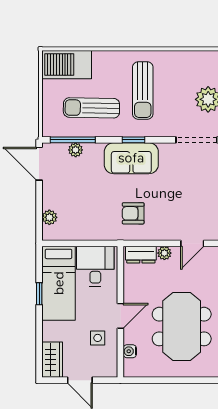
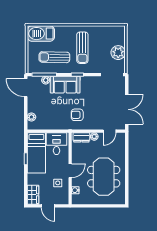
sofa: (131, 158) -> (65, 85), moved

